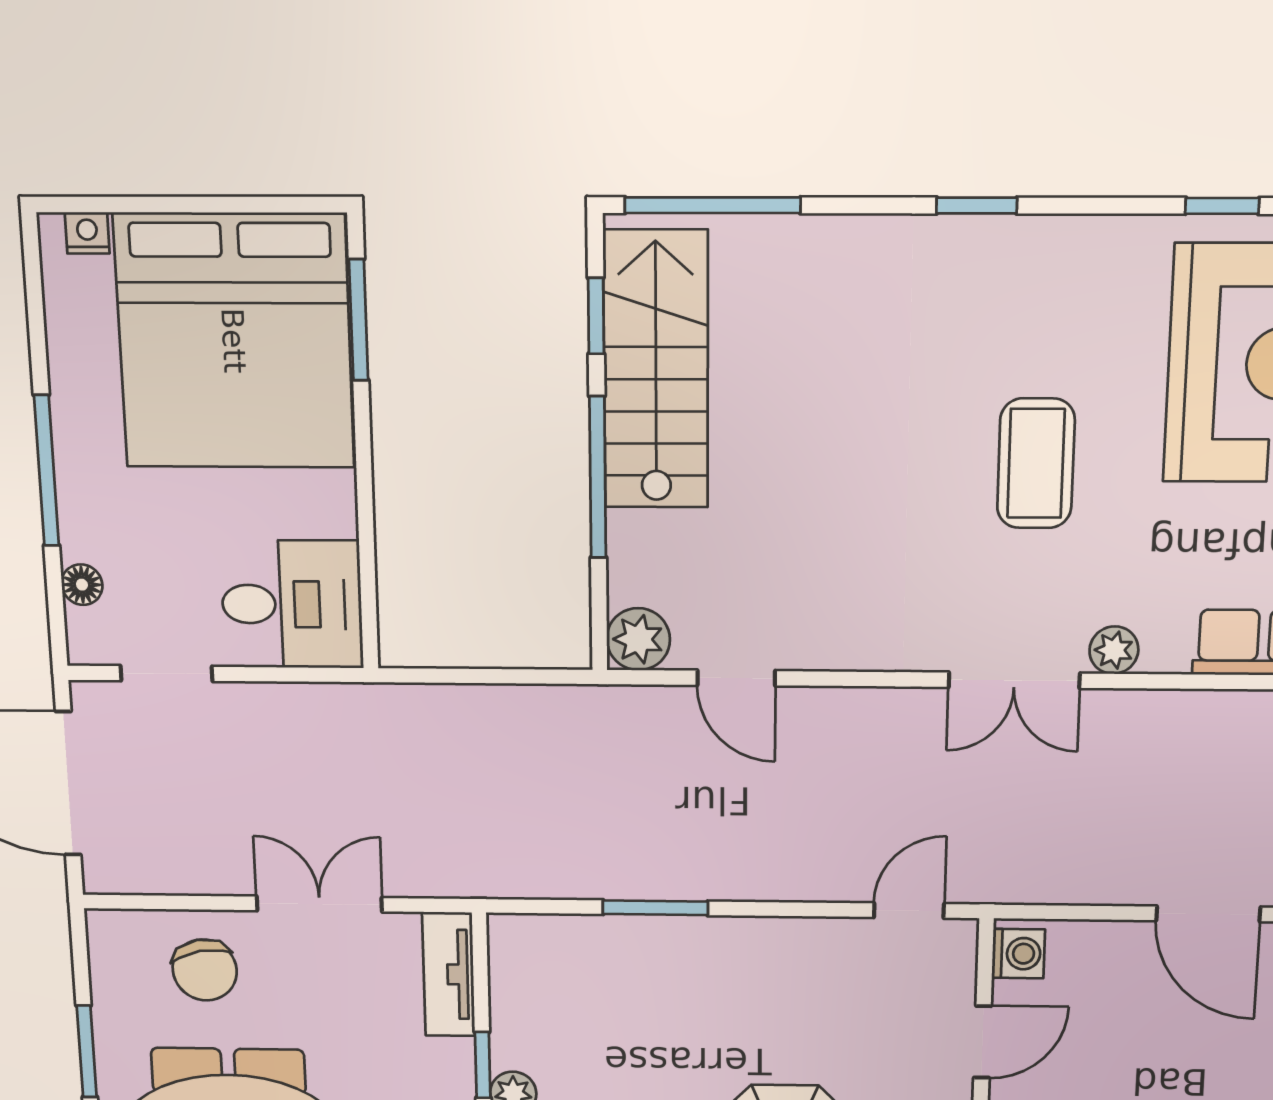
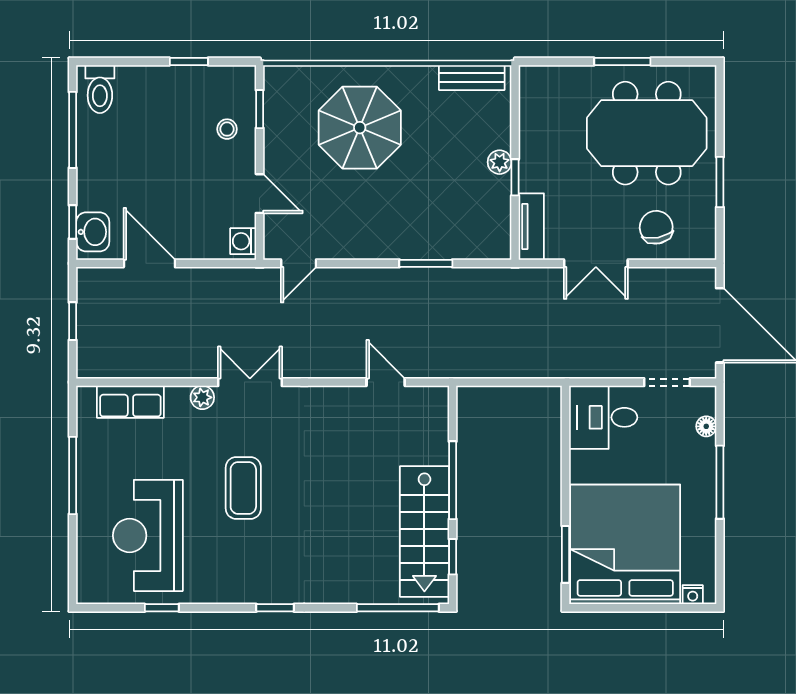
plant: (638, 639) -> (434, 401), removed
door: (982, 1042) -> (260, 194), swing flipped

